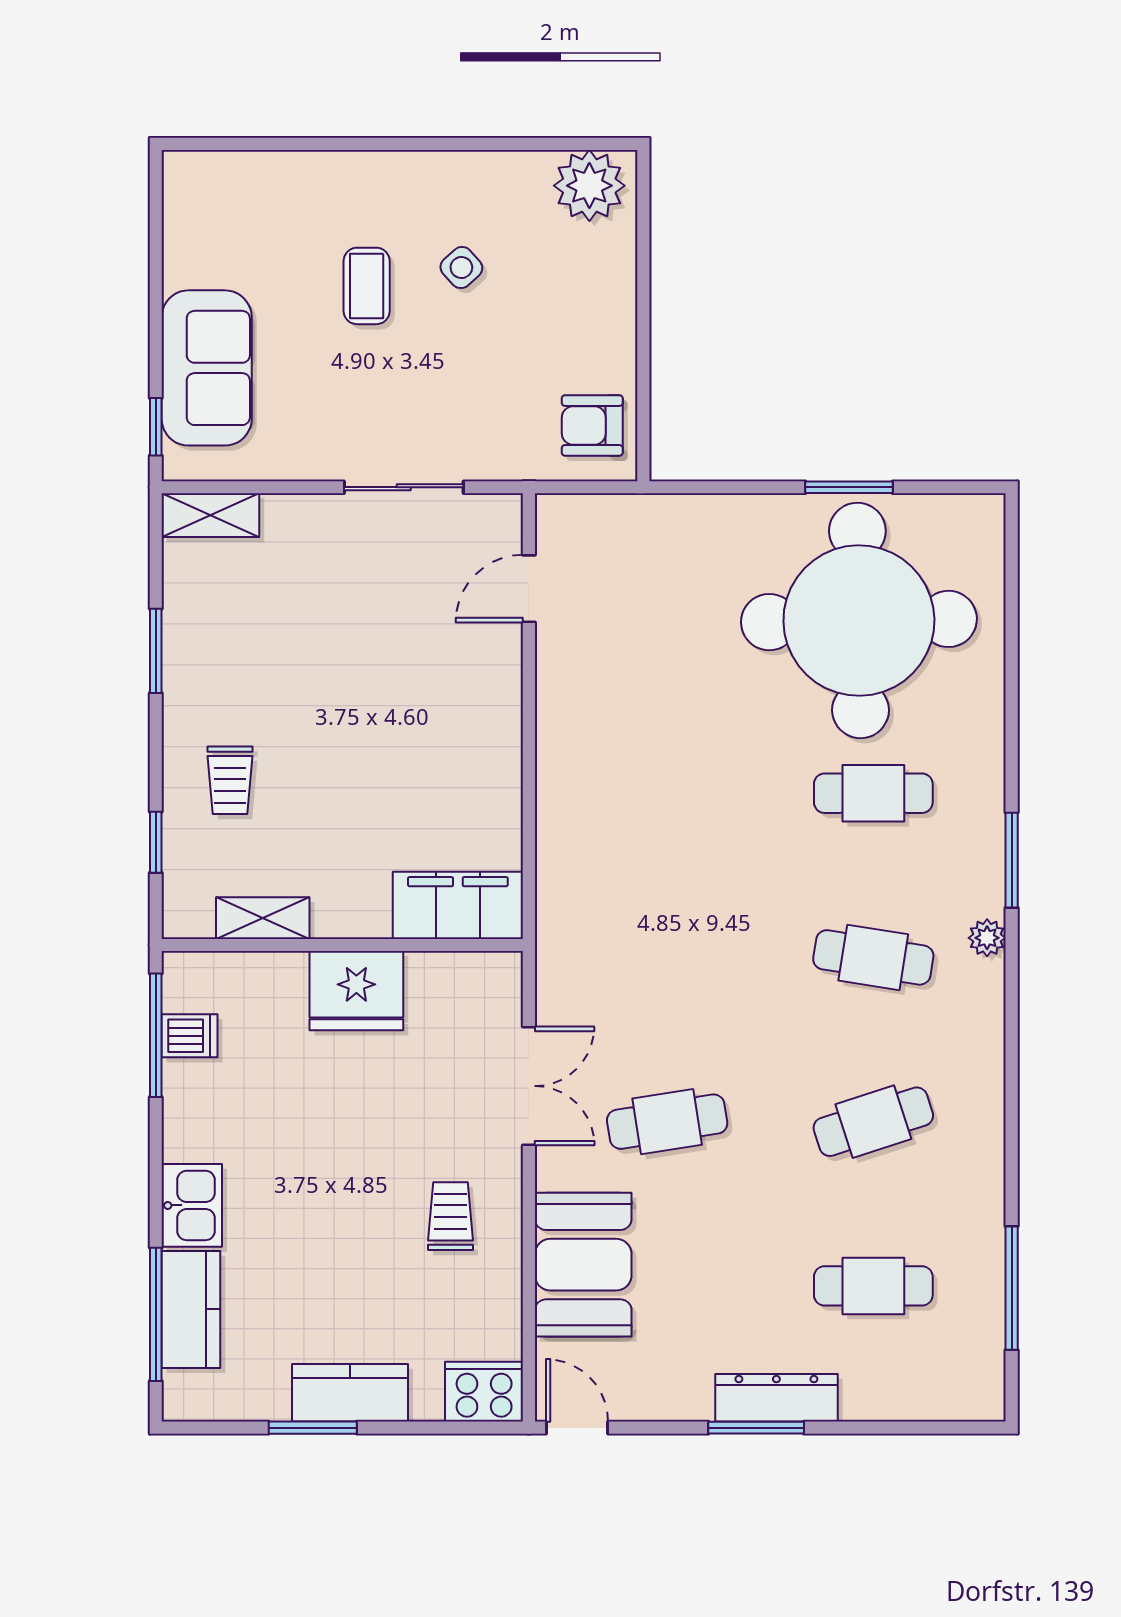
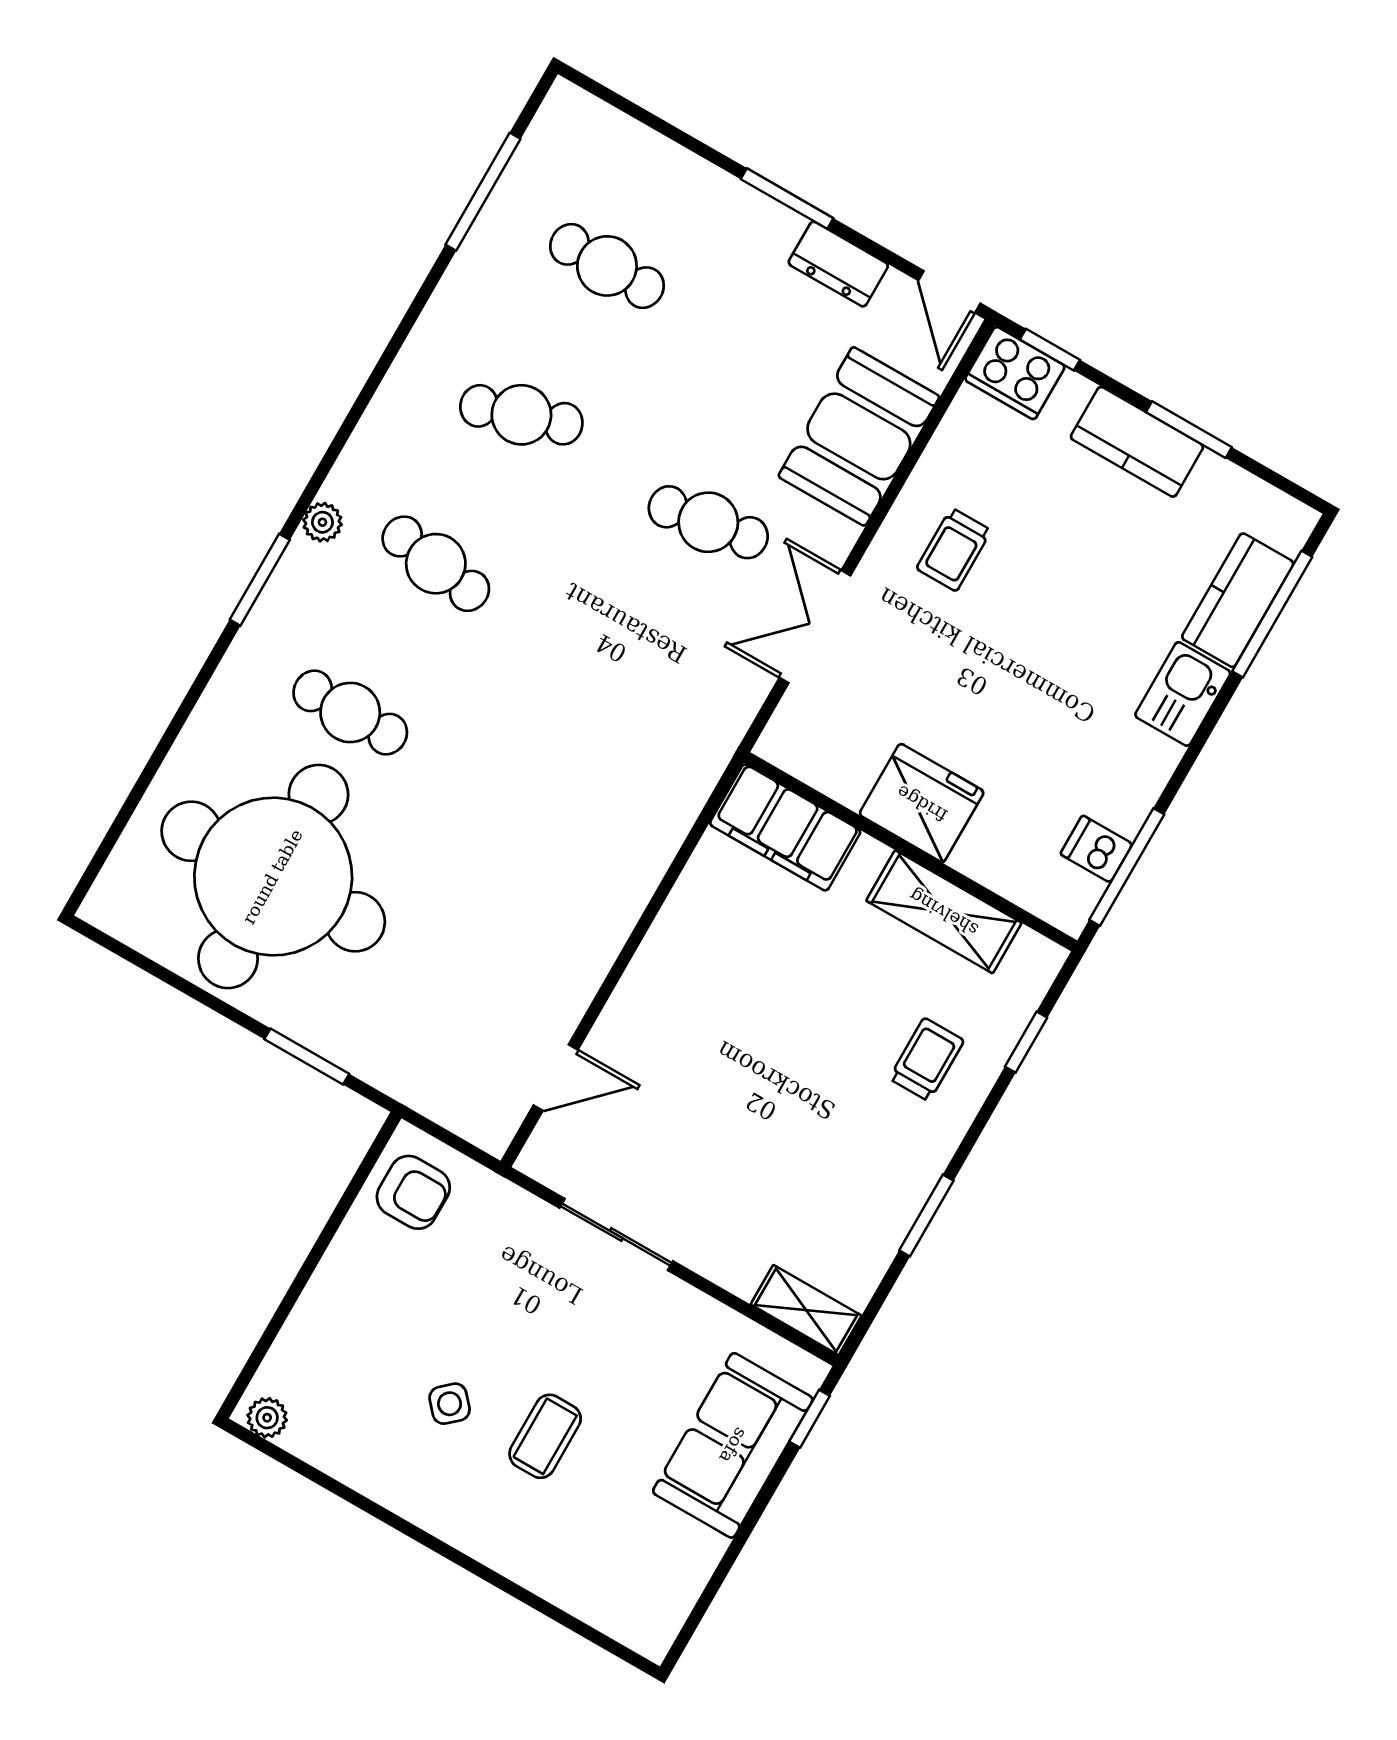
plant: (589, 186) -> (267, 1418), width x0.53, depth x0.53
window: (849, 487) -> (307, 1057), moved
shelving: (263, 918) -> (944, 912), width x1.50, depth x1.33
dresser: (776, 1398) -> (838, 264), moved, width x0.70
window: (466, 1428) -> (1050, 350), added

